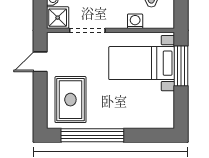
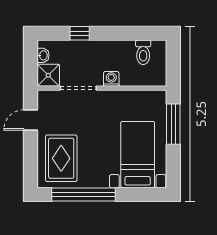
washing machine: (135, 21) -> (111, 79), moved
bed with nightstands: (142, 63) -> (138, 155), moved, turned 90

